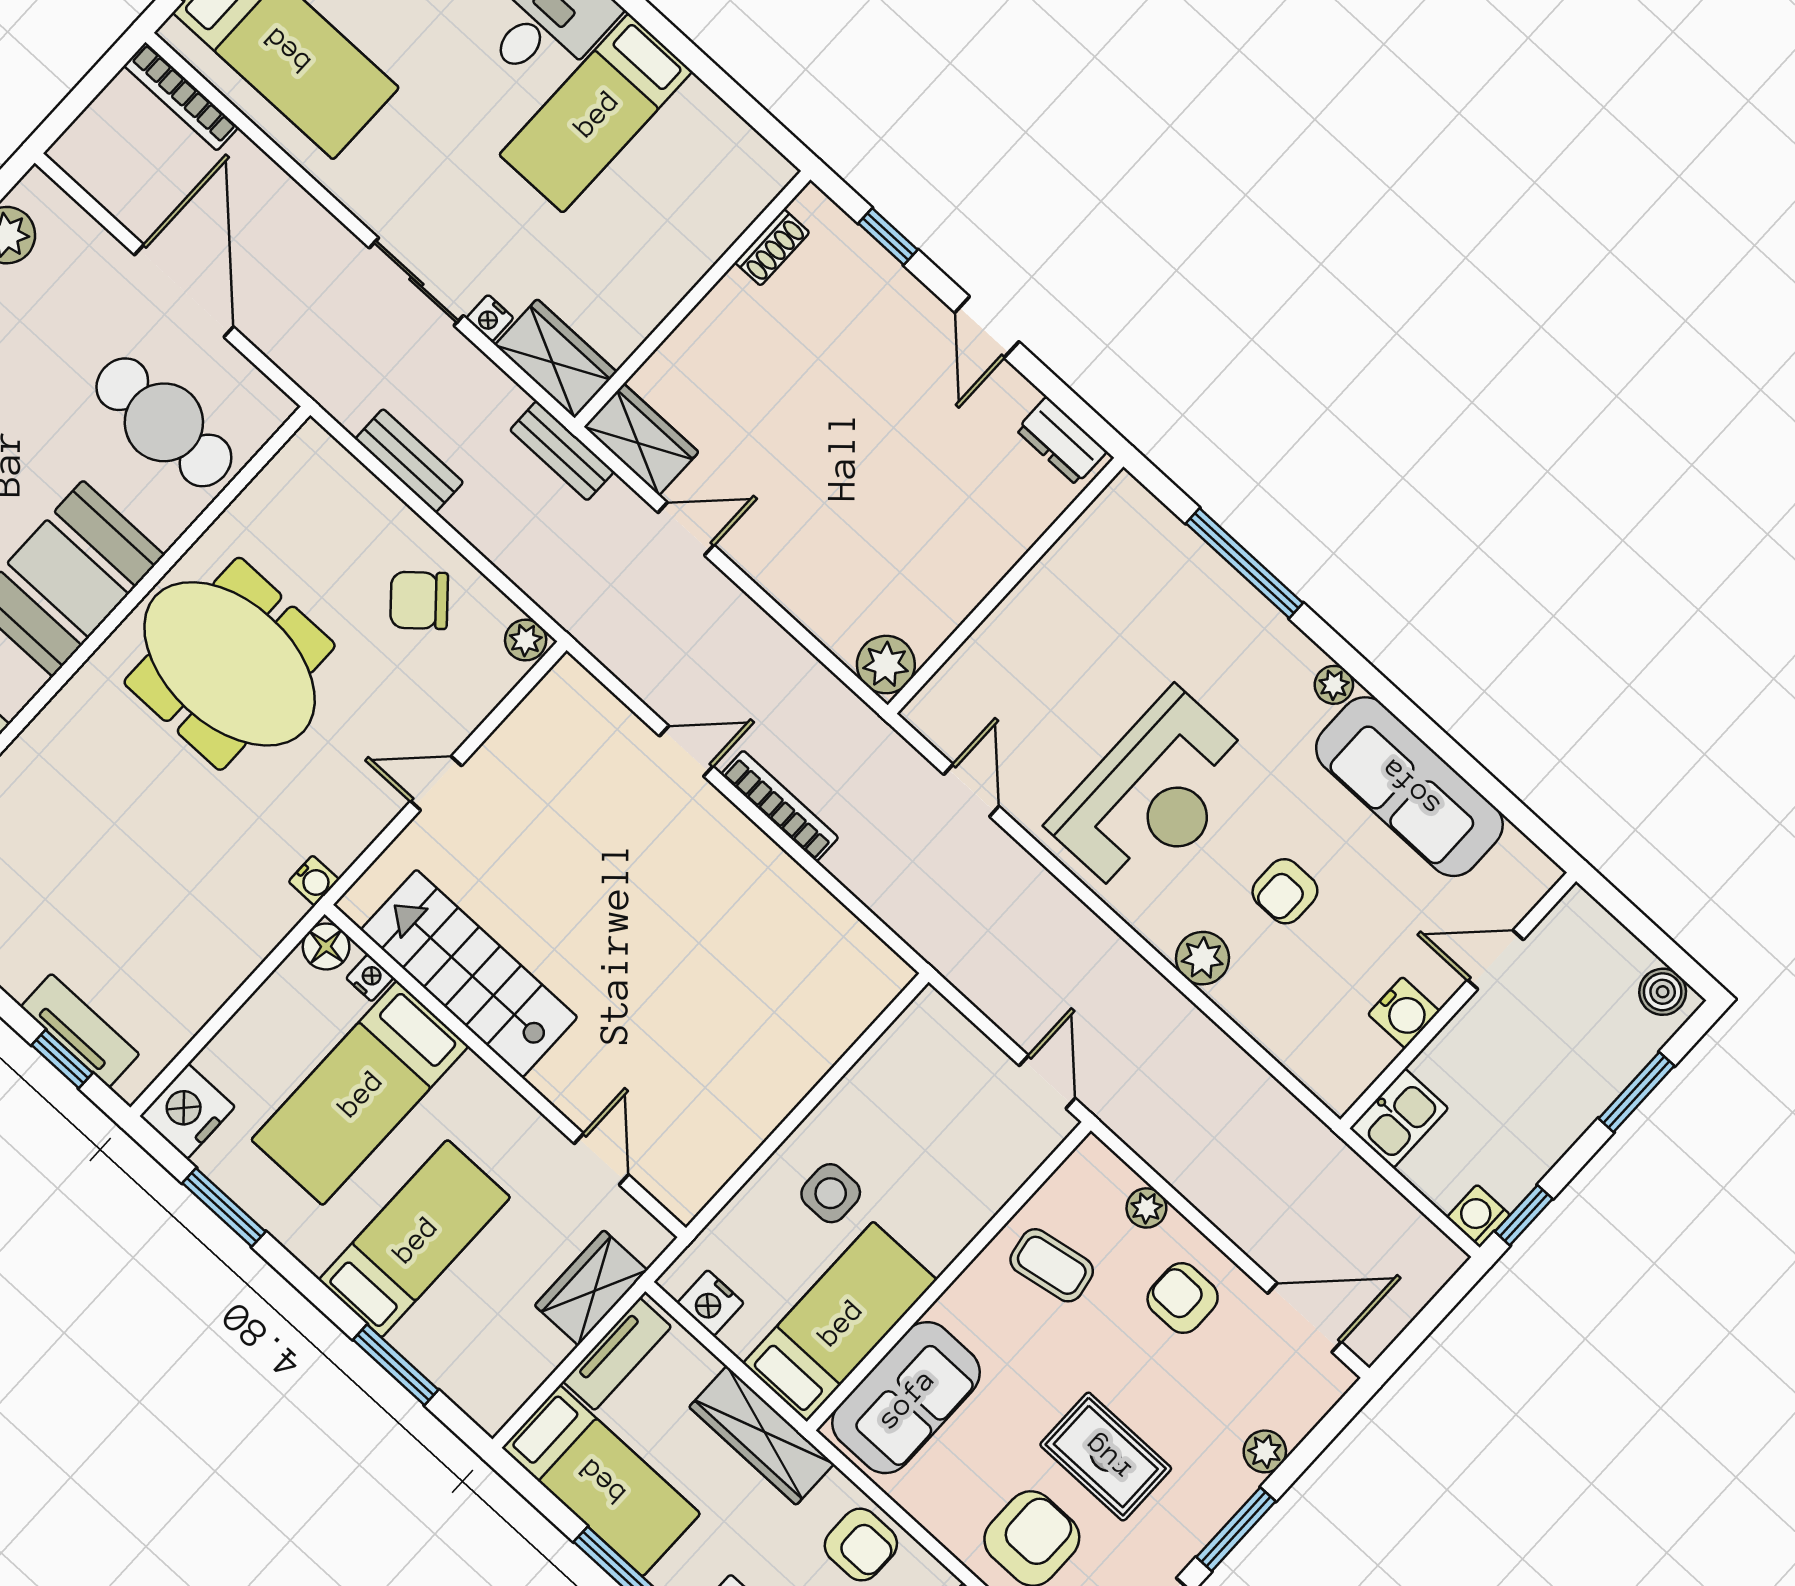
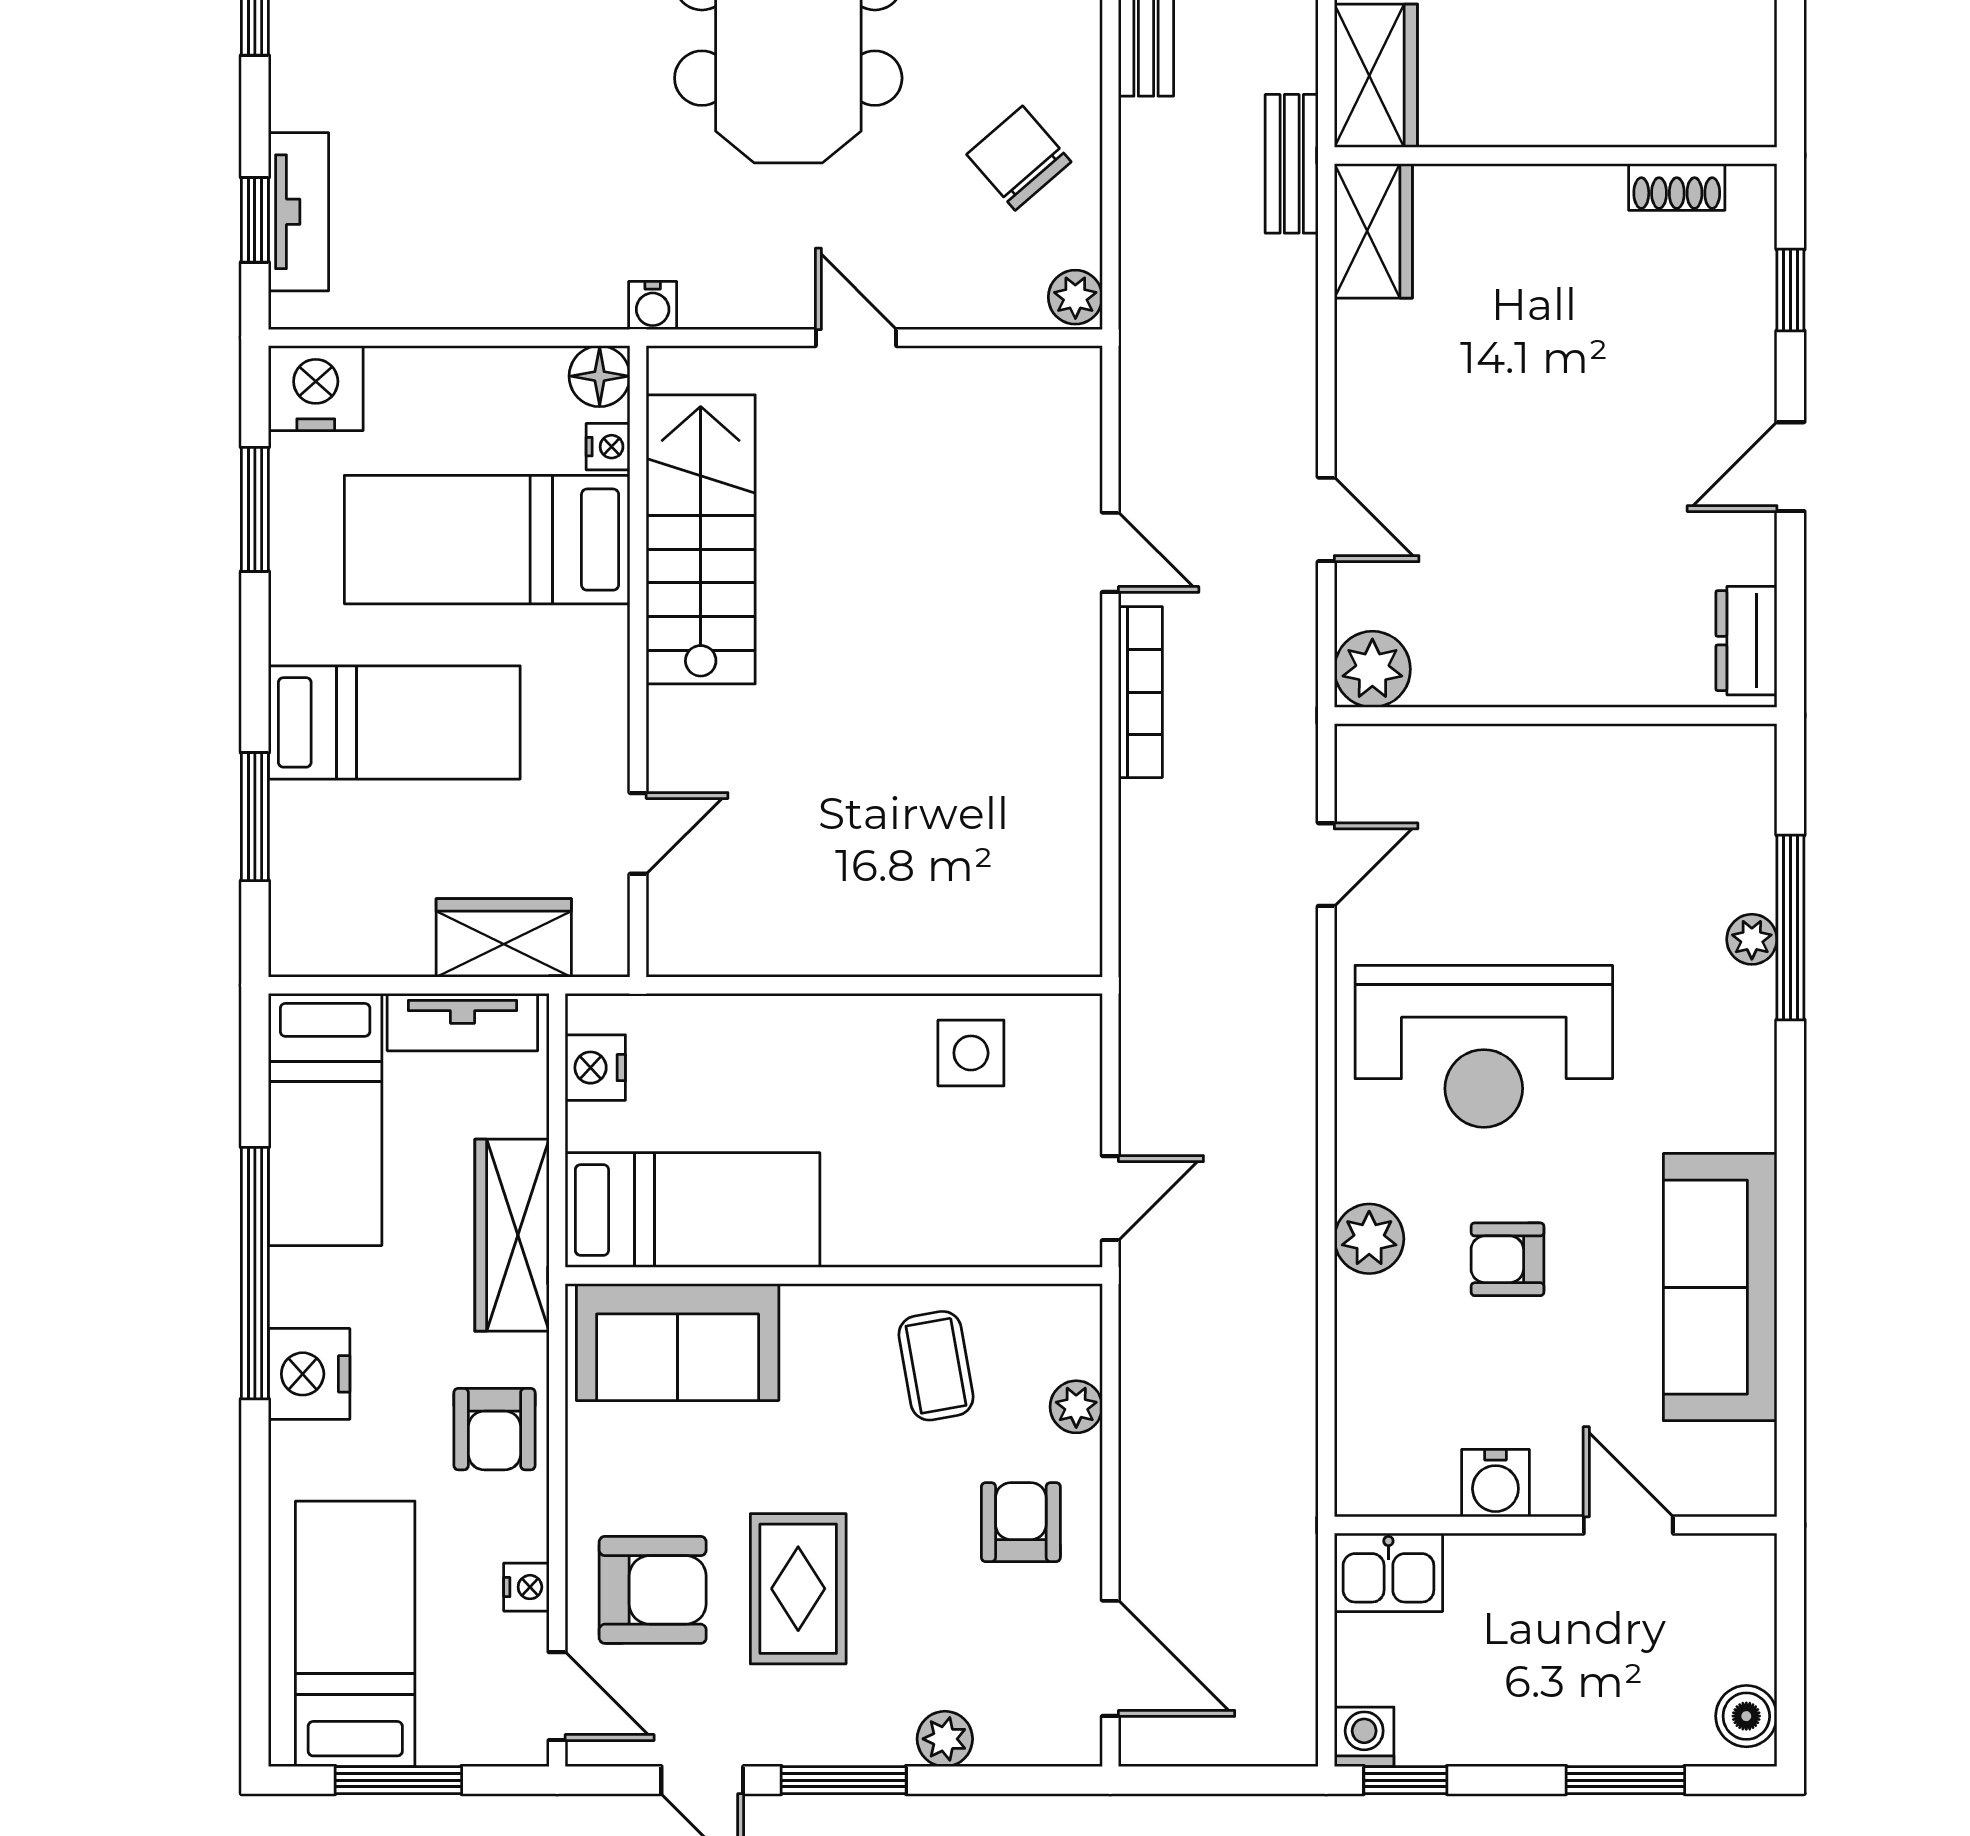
door: (686, 529) -> (1326, 519), moved
plant: (1334, 685) -> (1752, 939), moved
side table: (831, 1193) -> (971, 1053), moved

